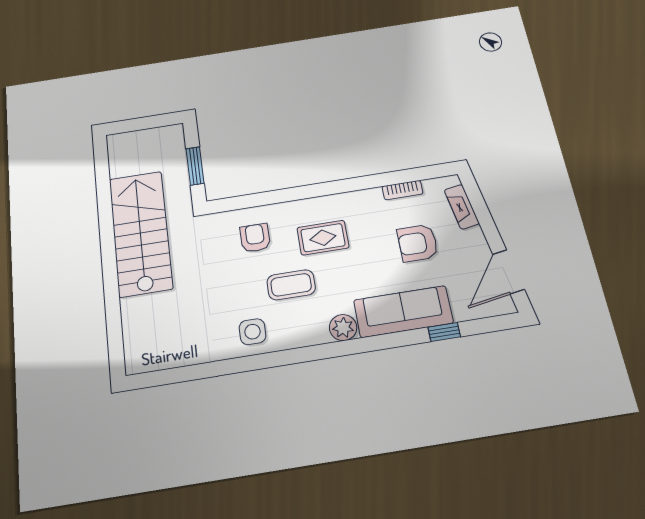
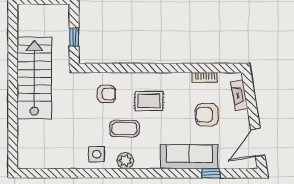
window: (195, 166) -> (74, 37), width x0.67
armchair: (255, 238) -> (106, 94), turned 90
plant: (343, 328) -> (125, 161), moved

